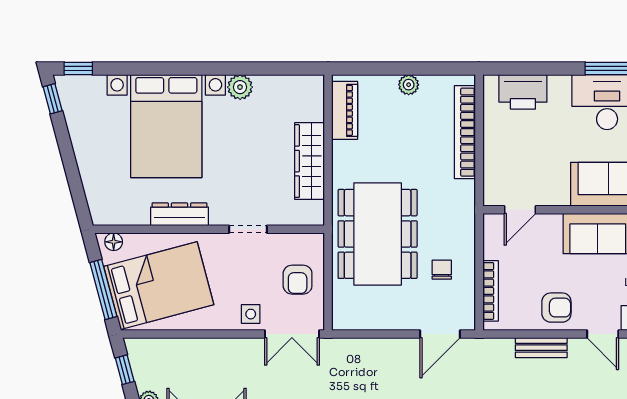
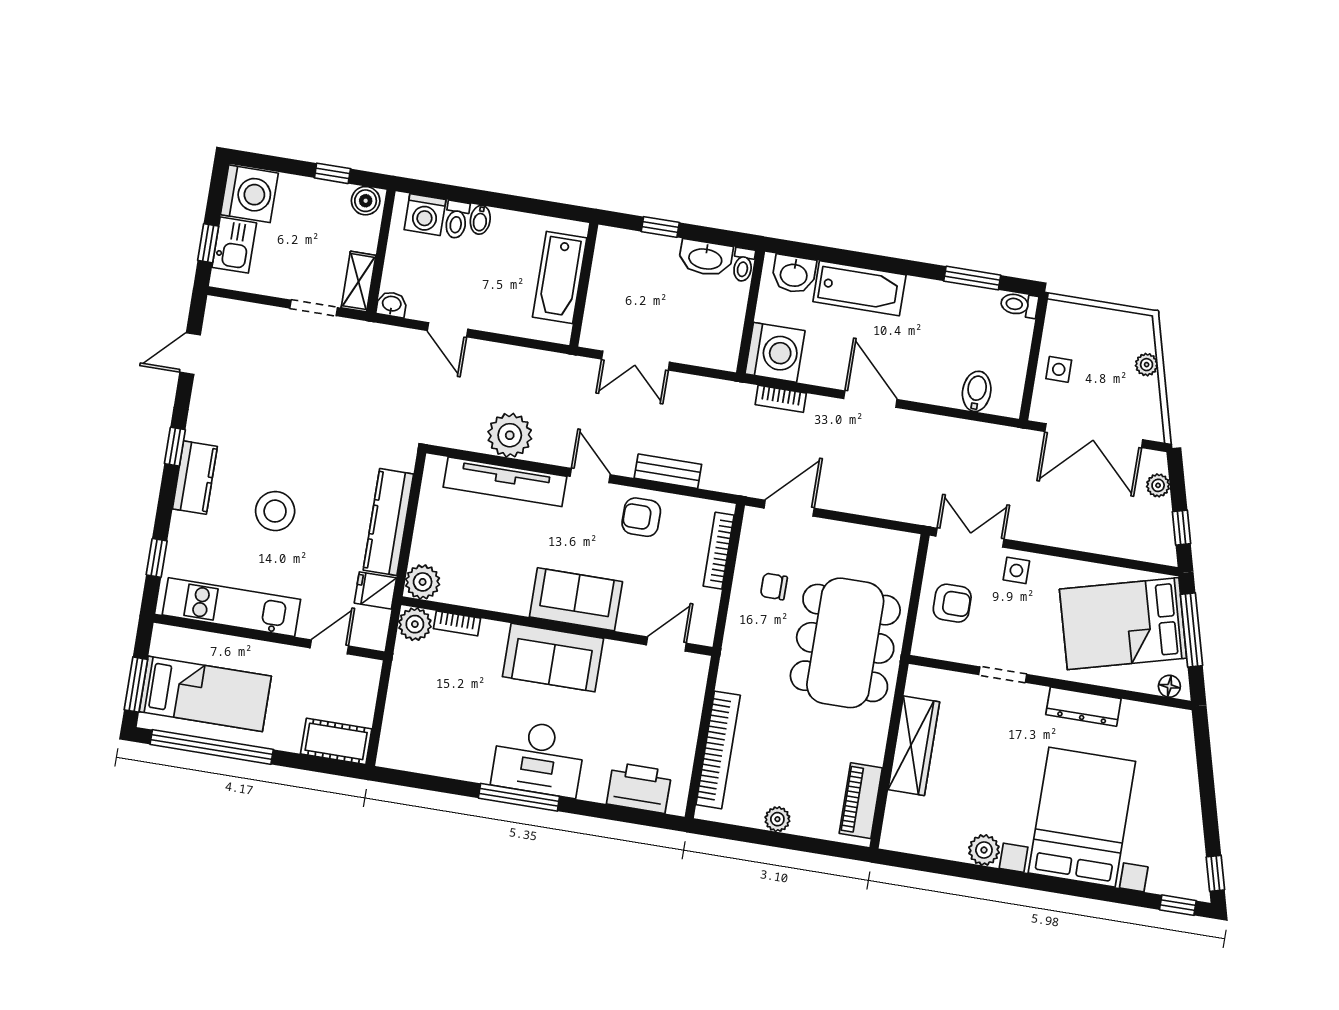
chair: (442, 270) -> (774, 586), turned 90
armchair: (298, 280) -> (952, 603), turned 90

